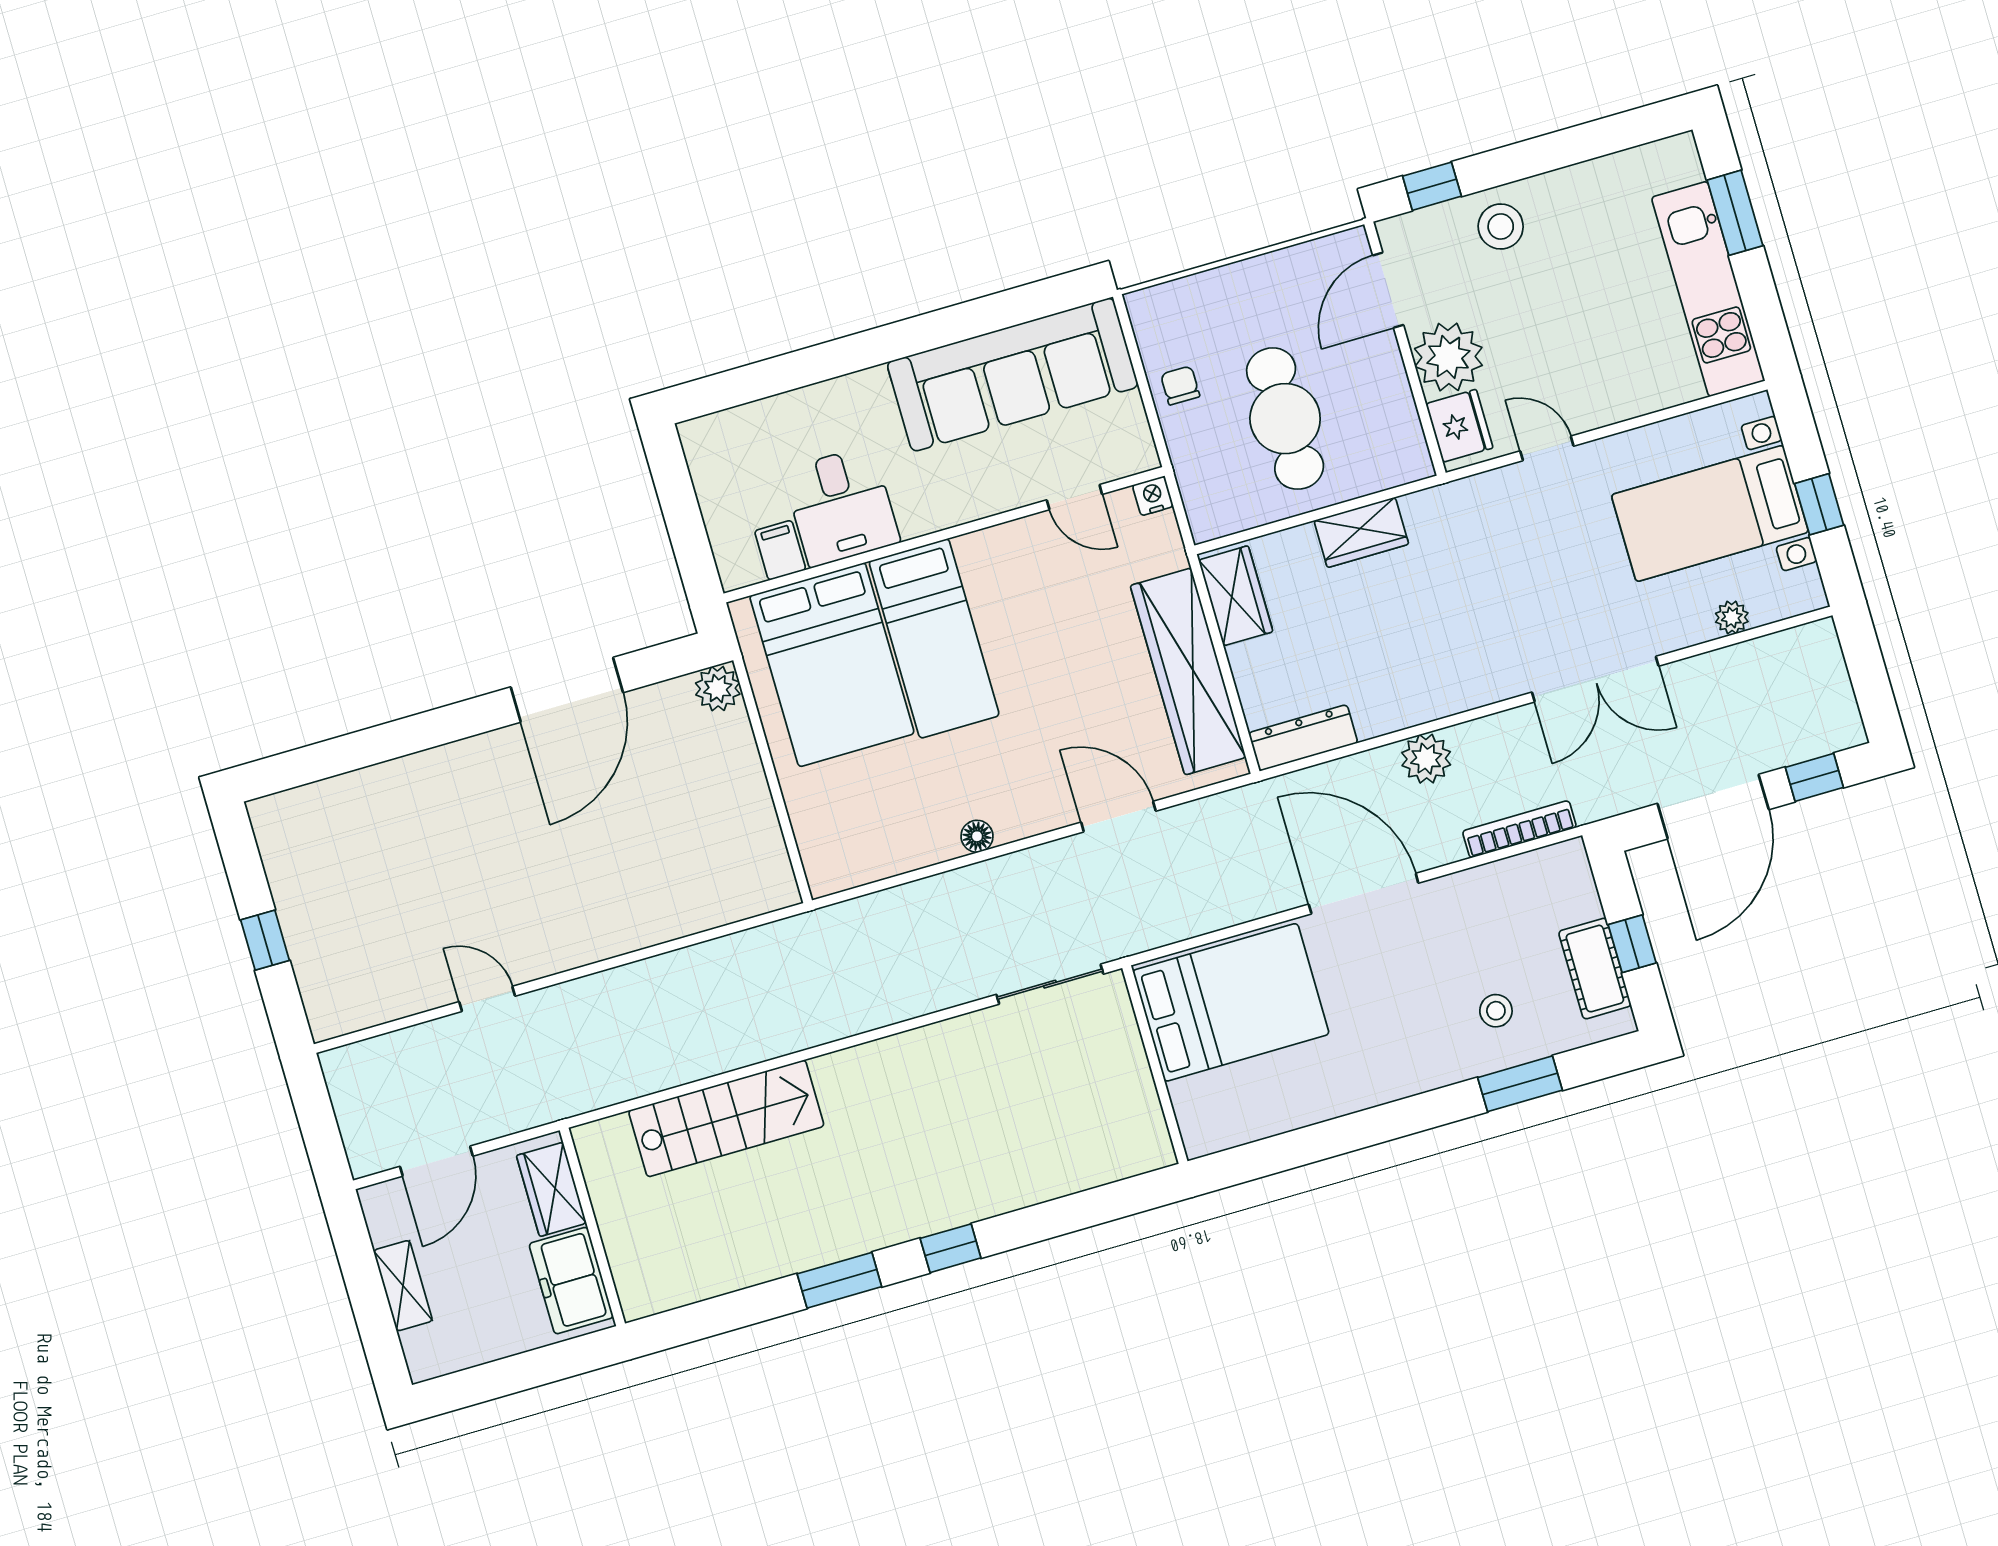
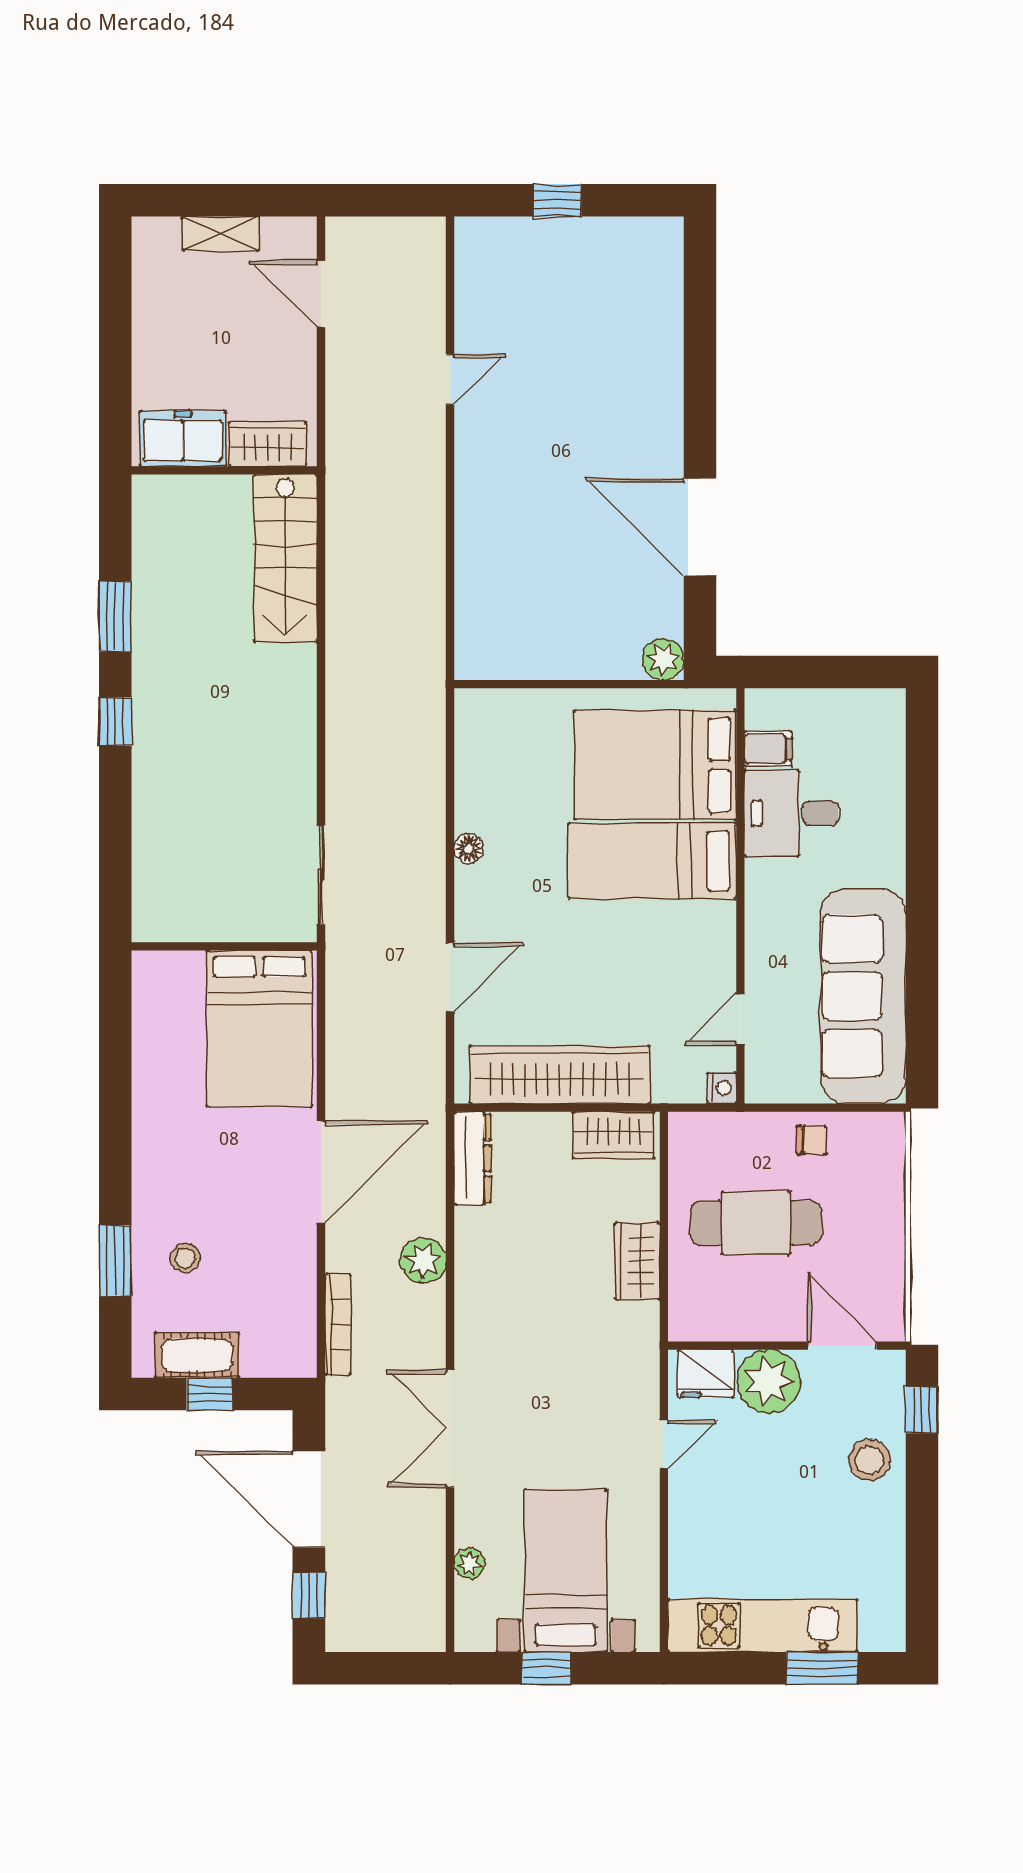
wardrobe: (551, 1189) -> (267, 444), moved
wall: (592, 1227) -> (224, 470), moved
freezer: (571, 1281) -> (183, 438), moved

